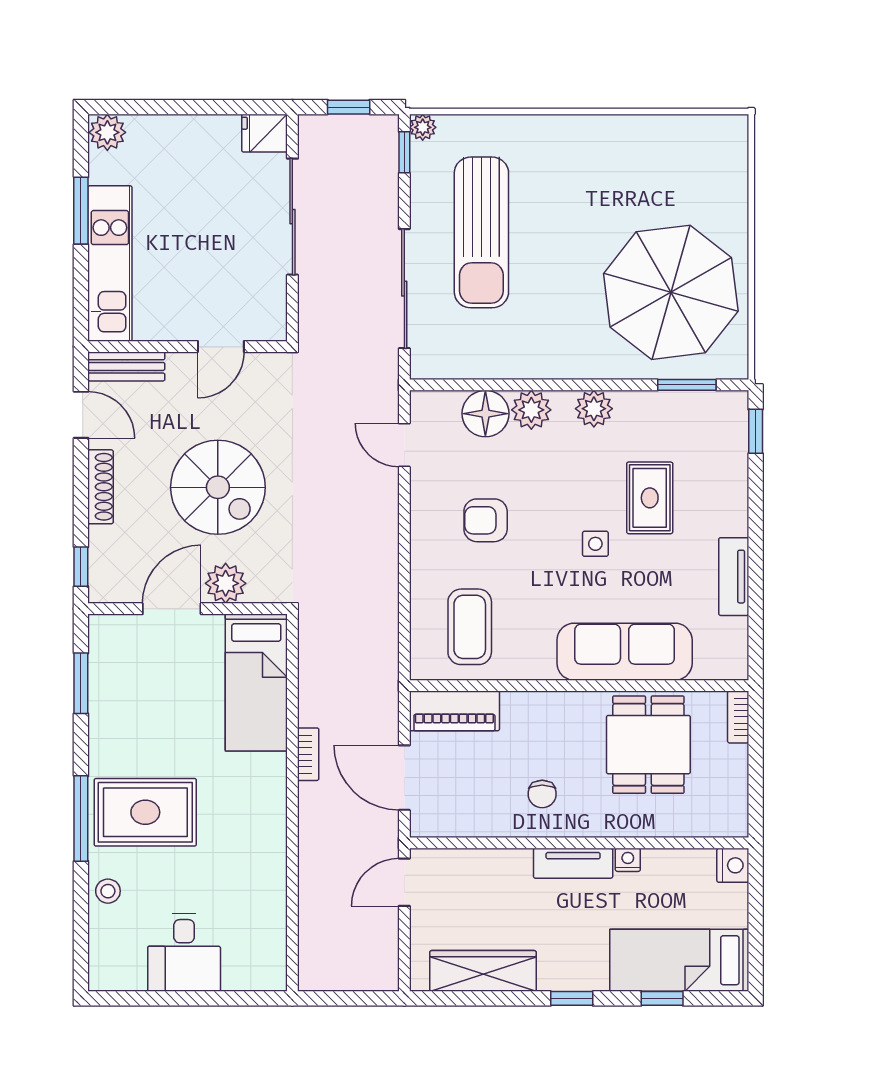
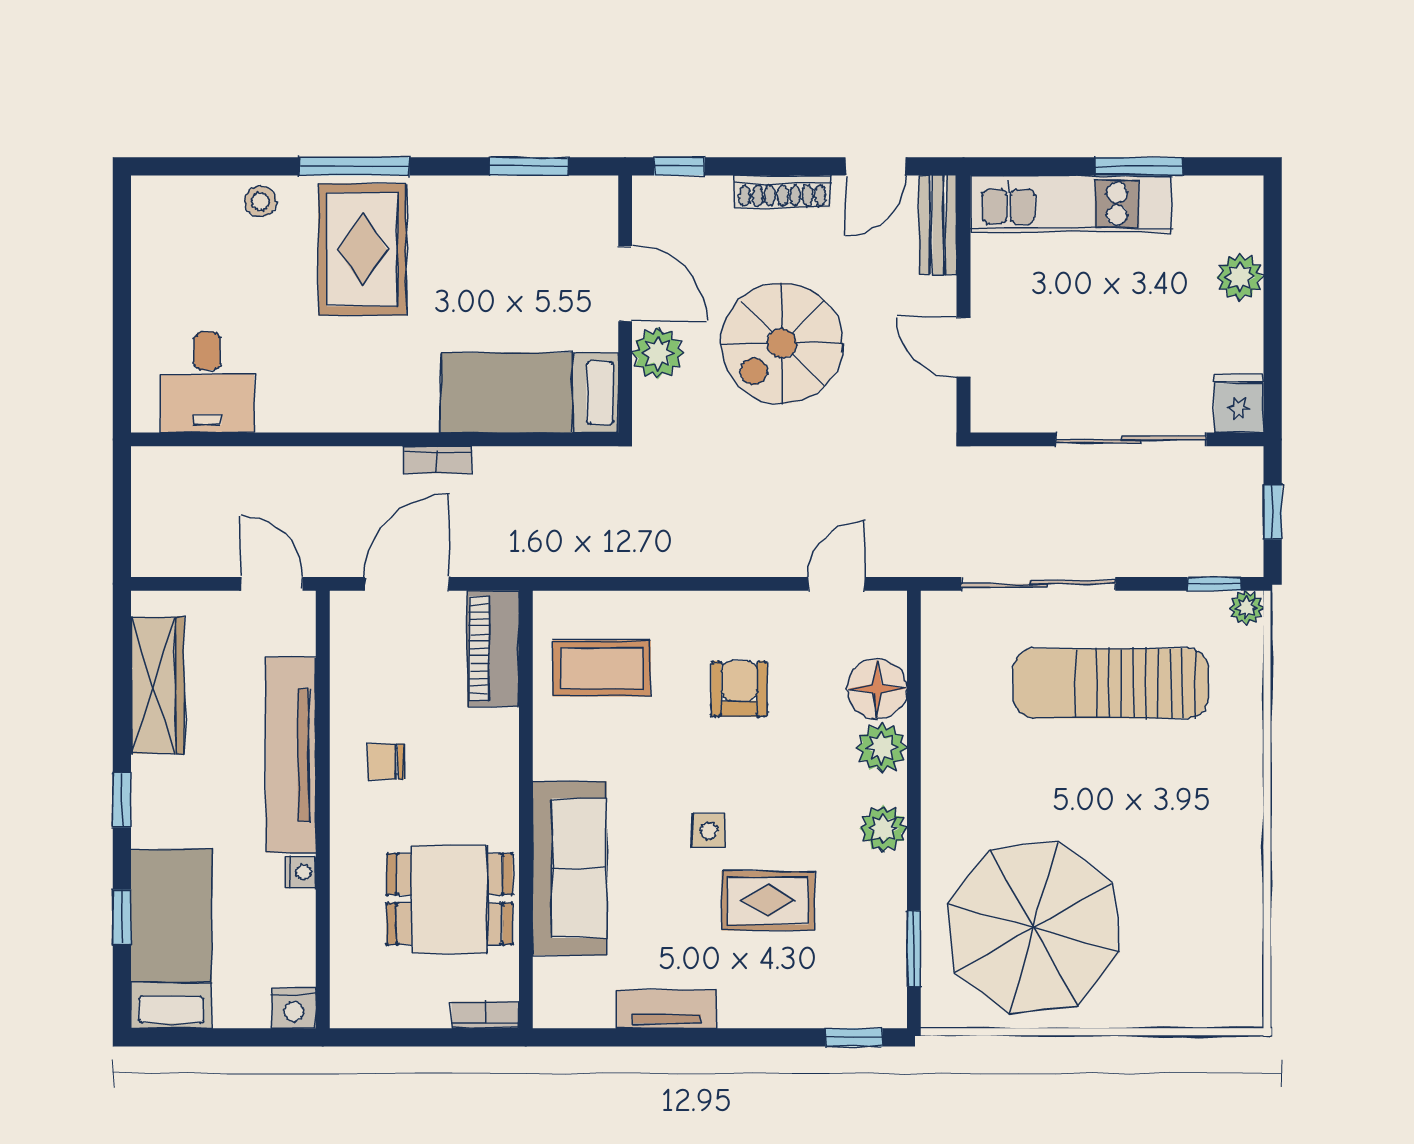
plant: (107, 132) -> (1240, 277), moved
tv unit: (573, 863) -> (291, 755), width x1.92, depth x1.29
desk: (184, 952) -> (207, 382), moved, turned -90

